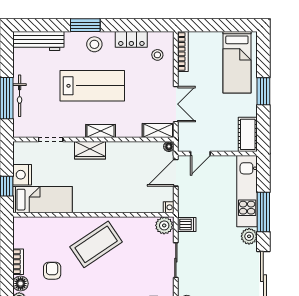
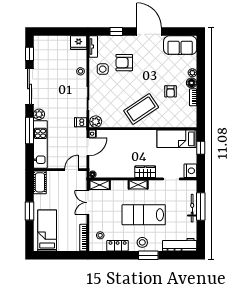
door: (176, 173) -> (88, 147), moved
nightstand: (22, 175) -> (190, 171), moved

